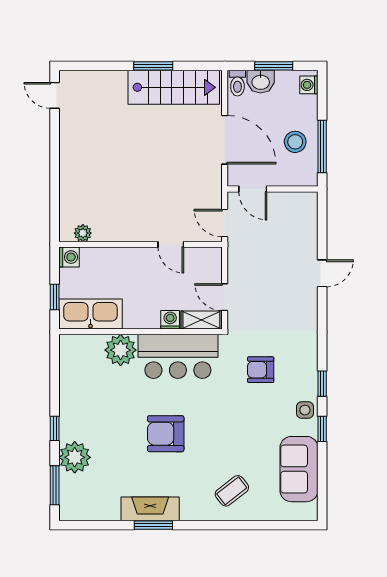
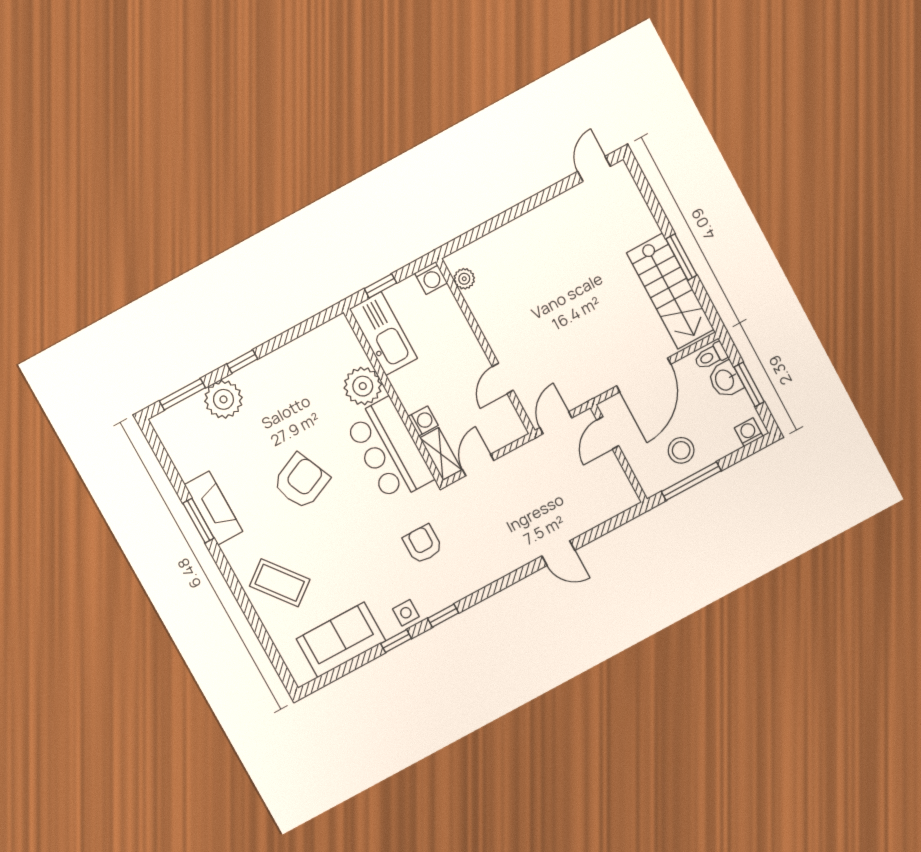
armchair: (166, 434) -> (301, 481), turned 66
coffee table: (232, 491) -> (280, 583), width x1.36, depth x1.30

